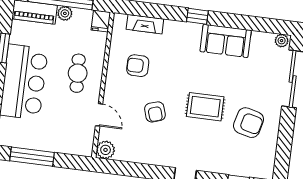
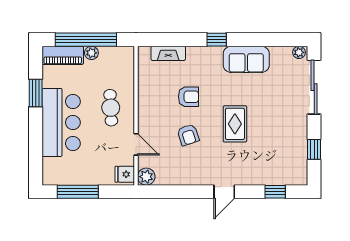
fridge: (101, 21) -> (125, 174), moved, turned 90
armchair: (138, 66) -> (189, 97), moved, turned 180
rug: (205, 107) -> (235, 124), turned 90
armchair: (249, 123) -> (278, 134), removed
window: (284, 144) -> (314, 149), added

